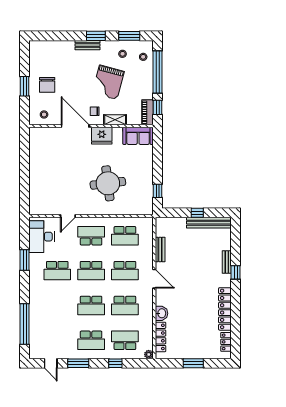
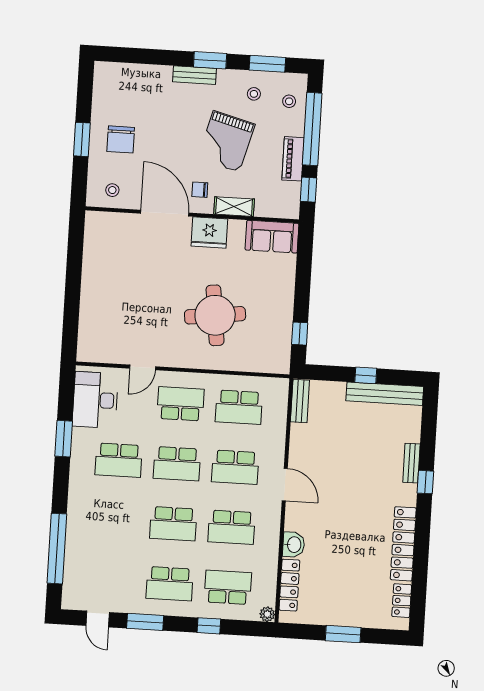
piano: (147, 112) -> (293, 159), moved
bench: (160, 250) -> (300, 401), moved

